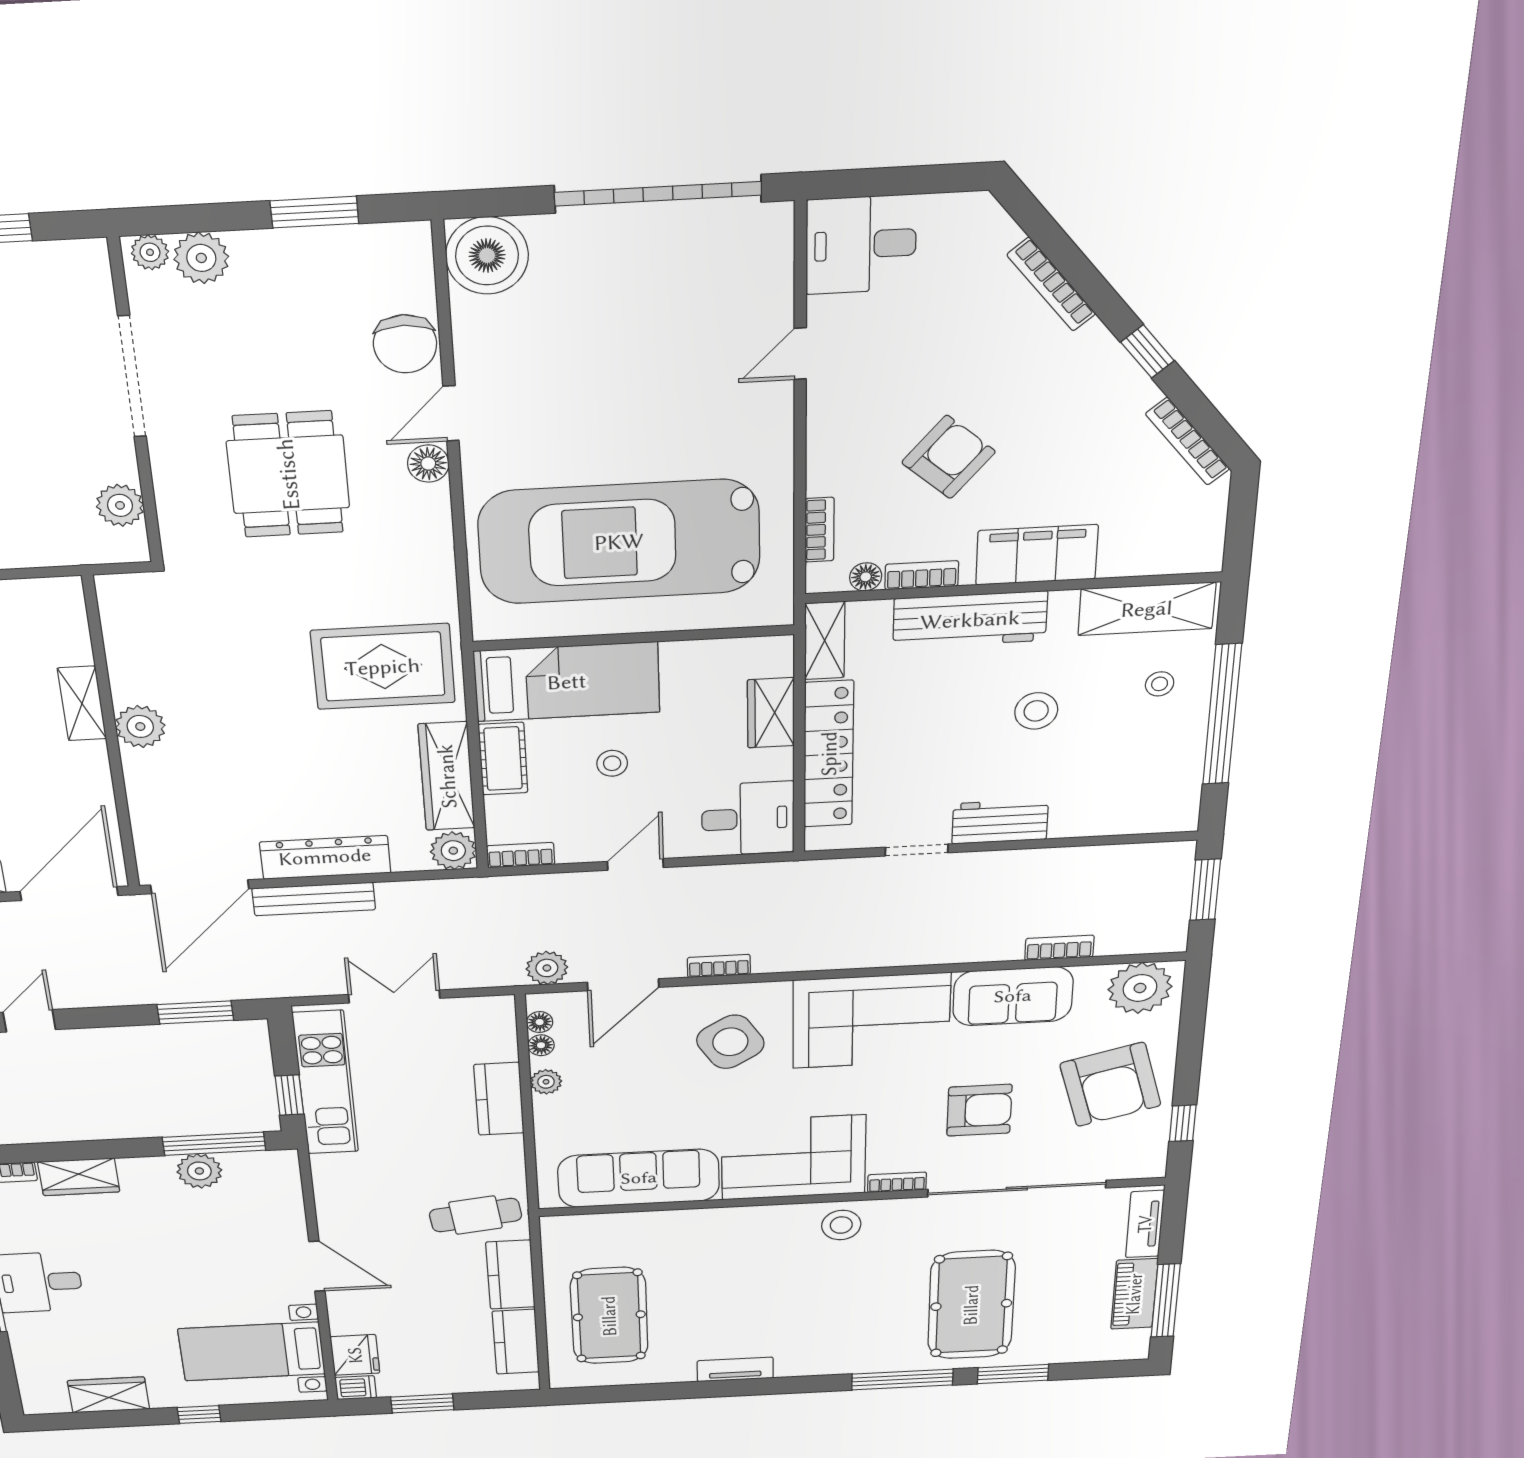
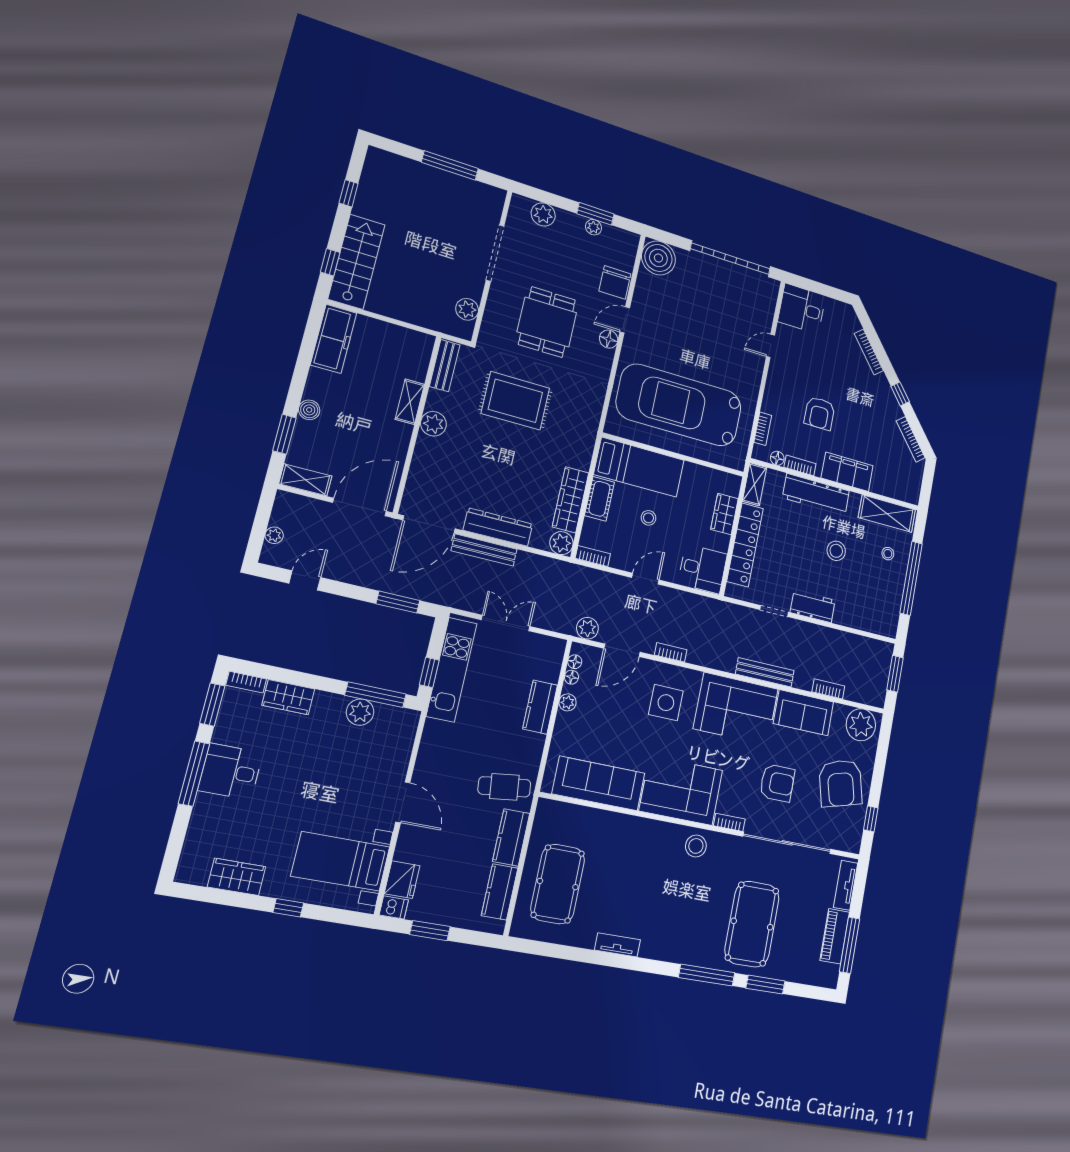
plant: (150, 252) -> (594, 227), moved
armchair: (949, 457) -> (820, 413), turned 139
bench: (119, 621) -> (445, 366), added
rug: (383, 667) -> (515, 401), moved
bench: (918, 952) -> (765, 672), added
side table: (730, 1042) -> (666, 703), turned 32

